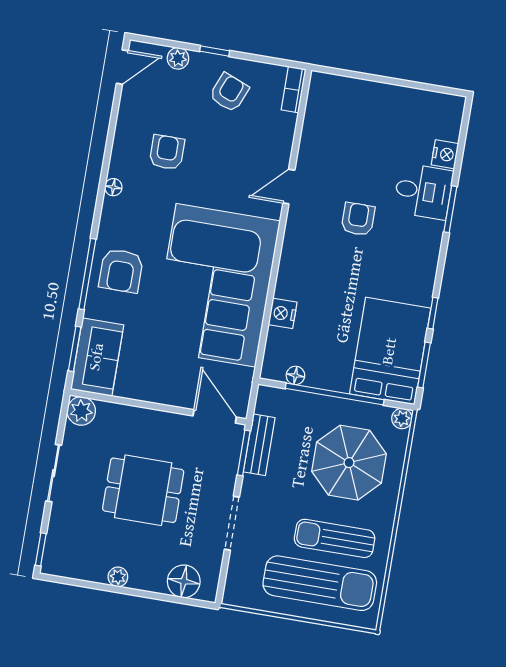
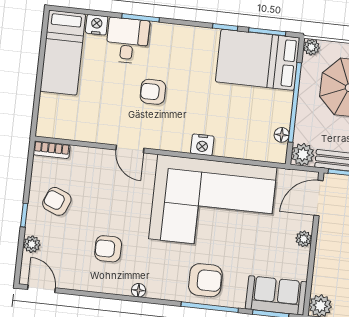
bed: (413, 110) -> (63, 53), added
nightstand: (283, 313) -> (202, 145), moved
plant: (165, 395) -> (304, 239), added
plant: (270, 400) -> (303, 154), added

